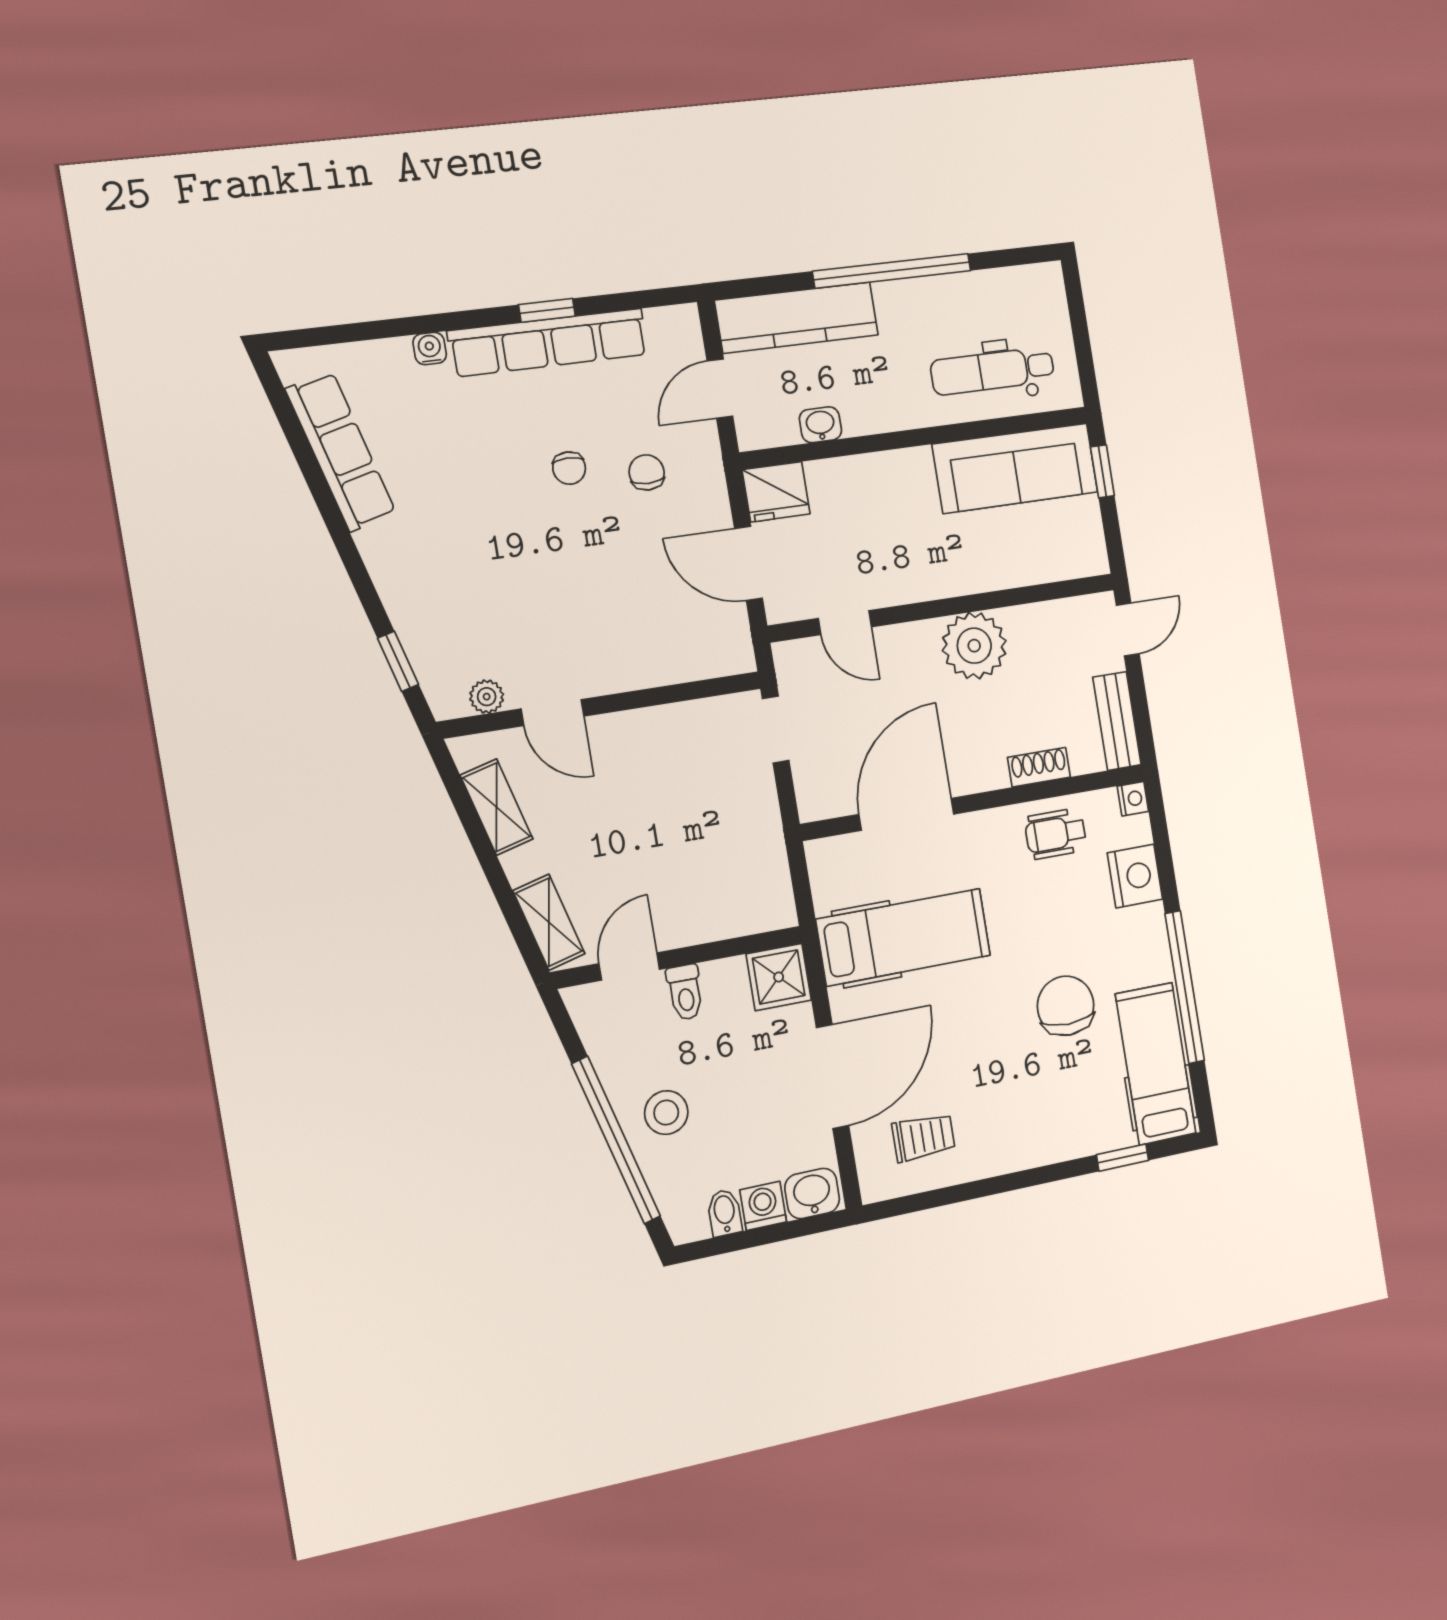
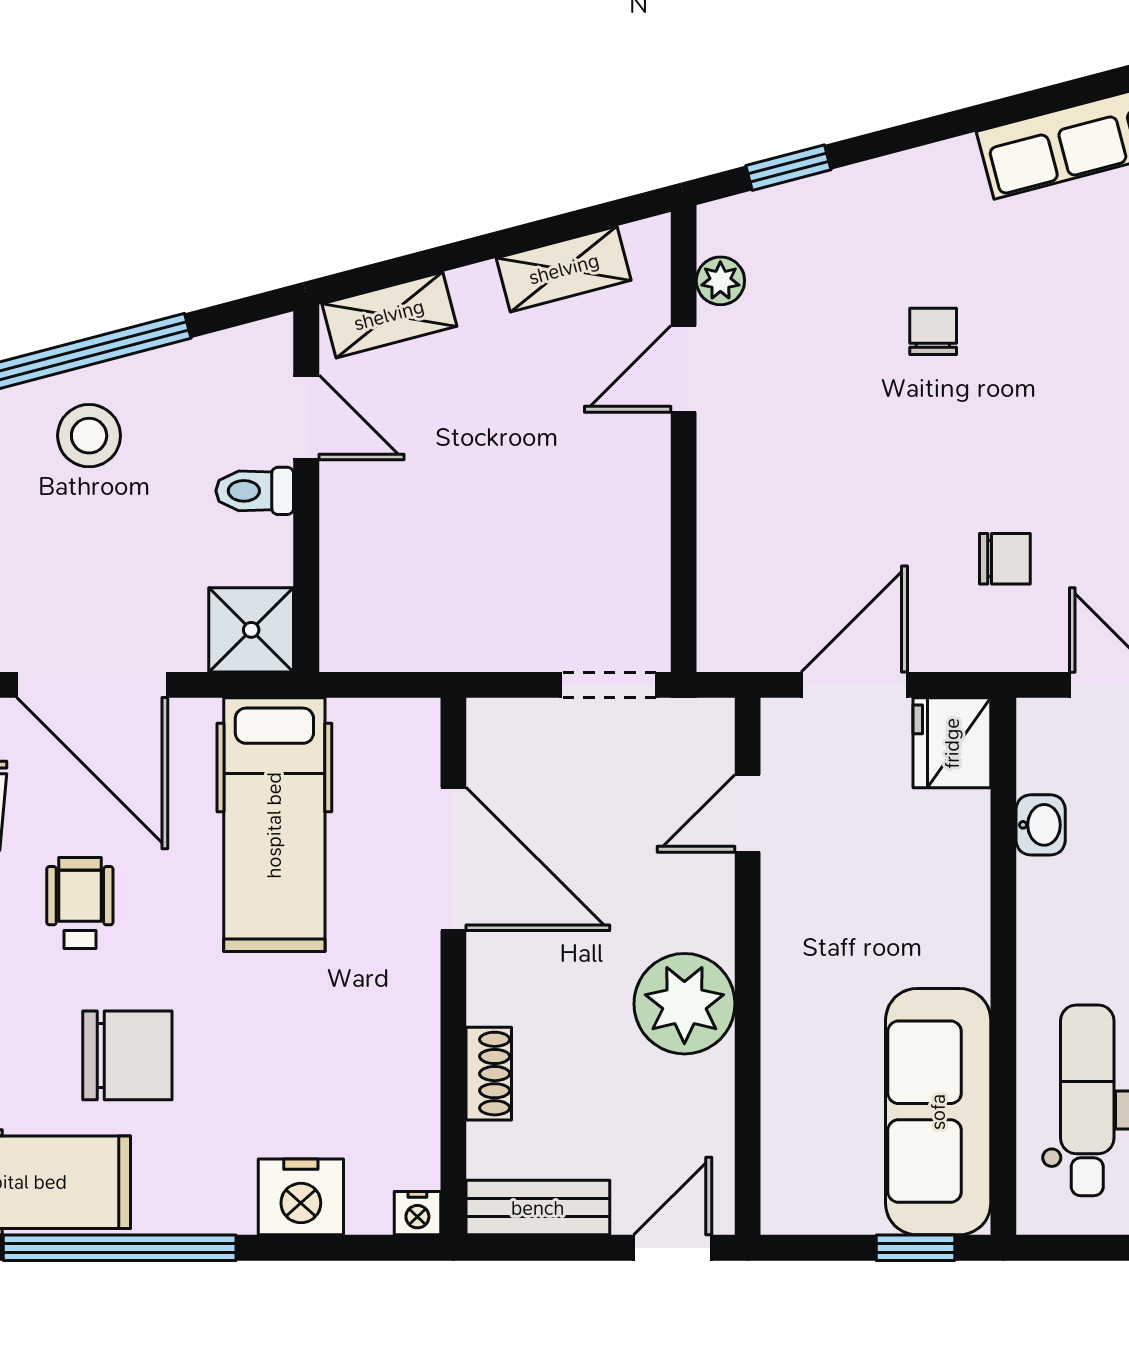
chair: (569, 468) -> (933, 331), moved, turned 90
door: (1128, 629) -> (673, 1248), swing flipped
wheelchair: (1055, 834) -> (80, 903), moved

